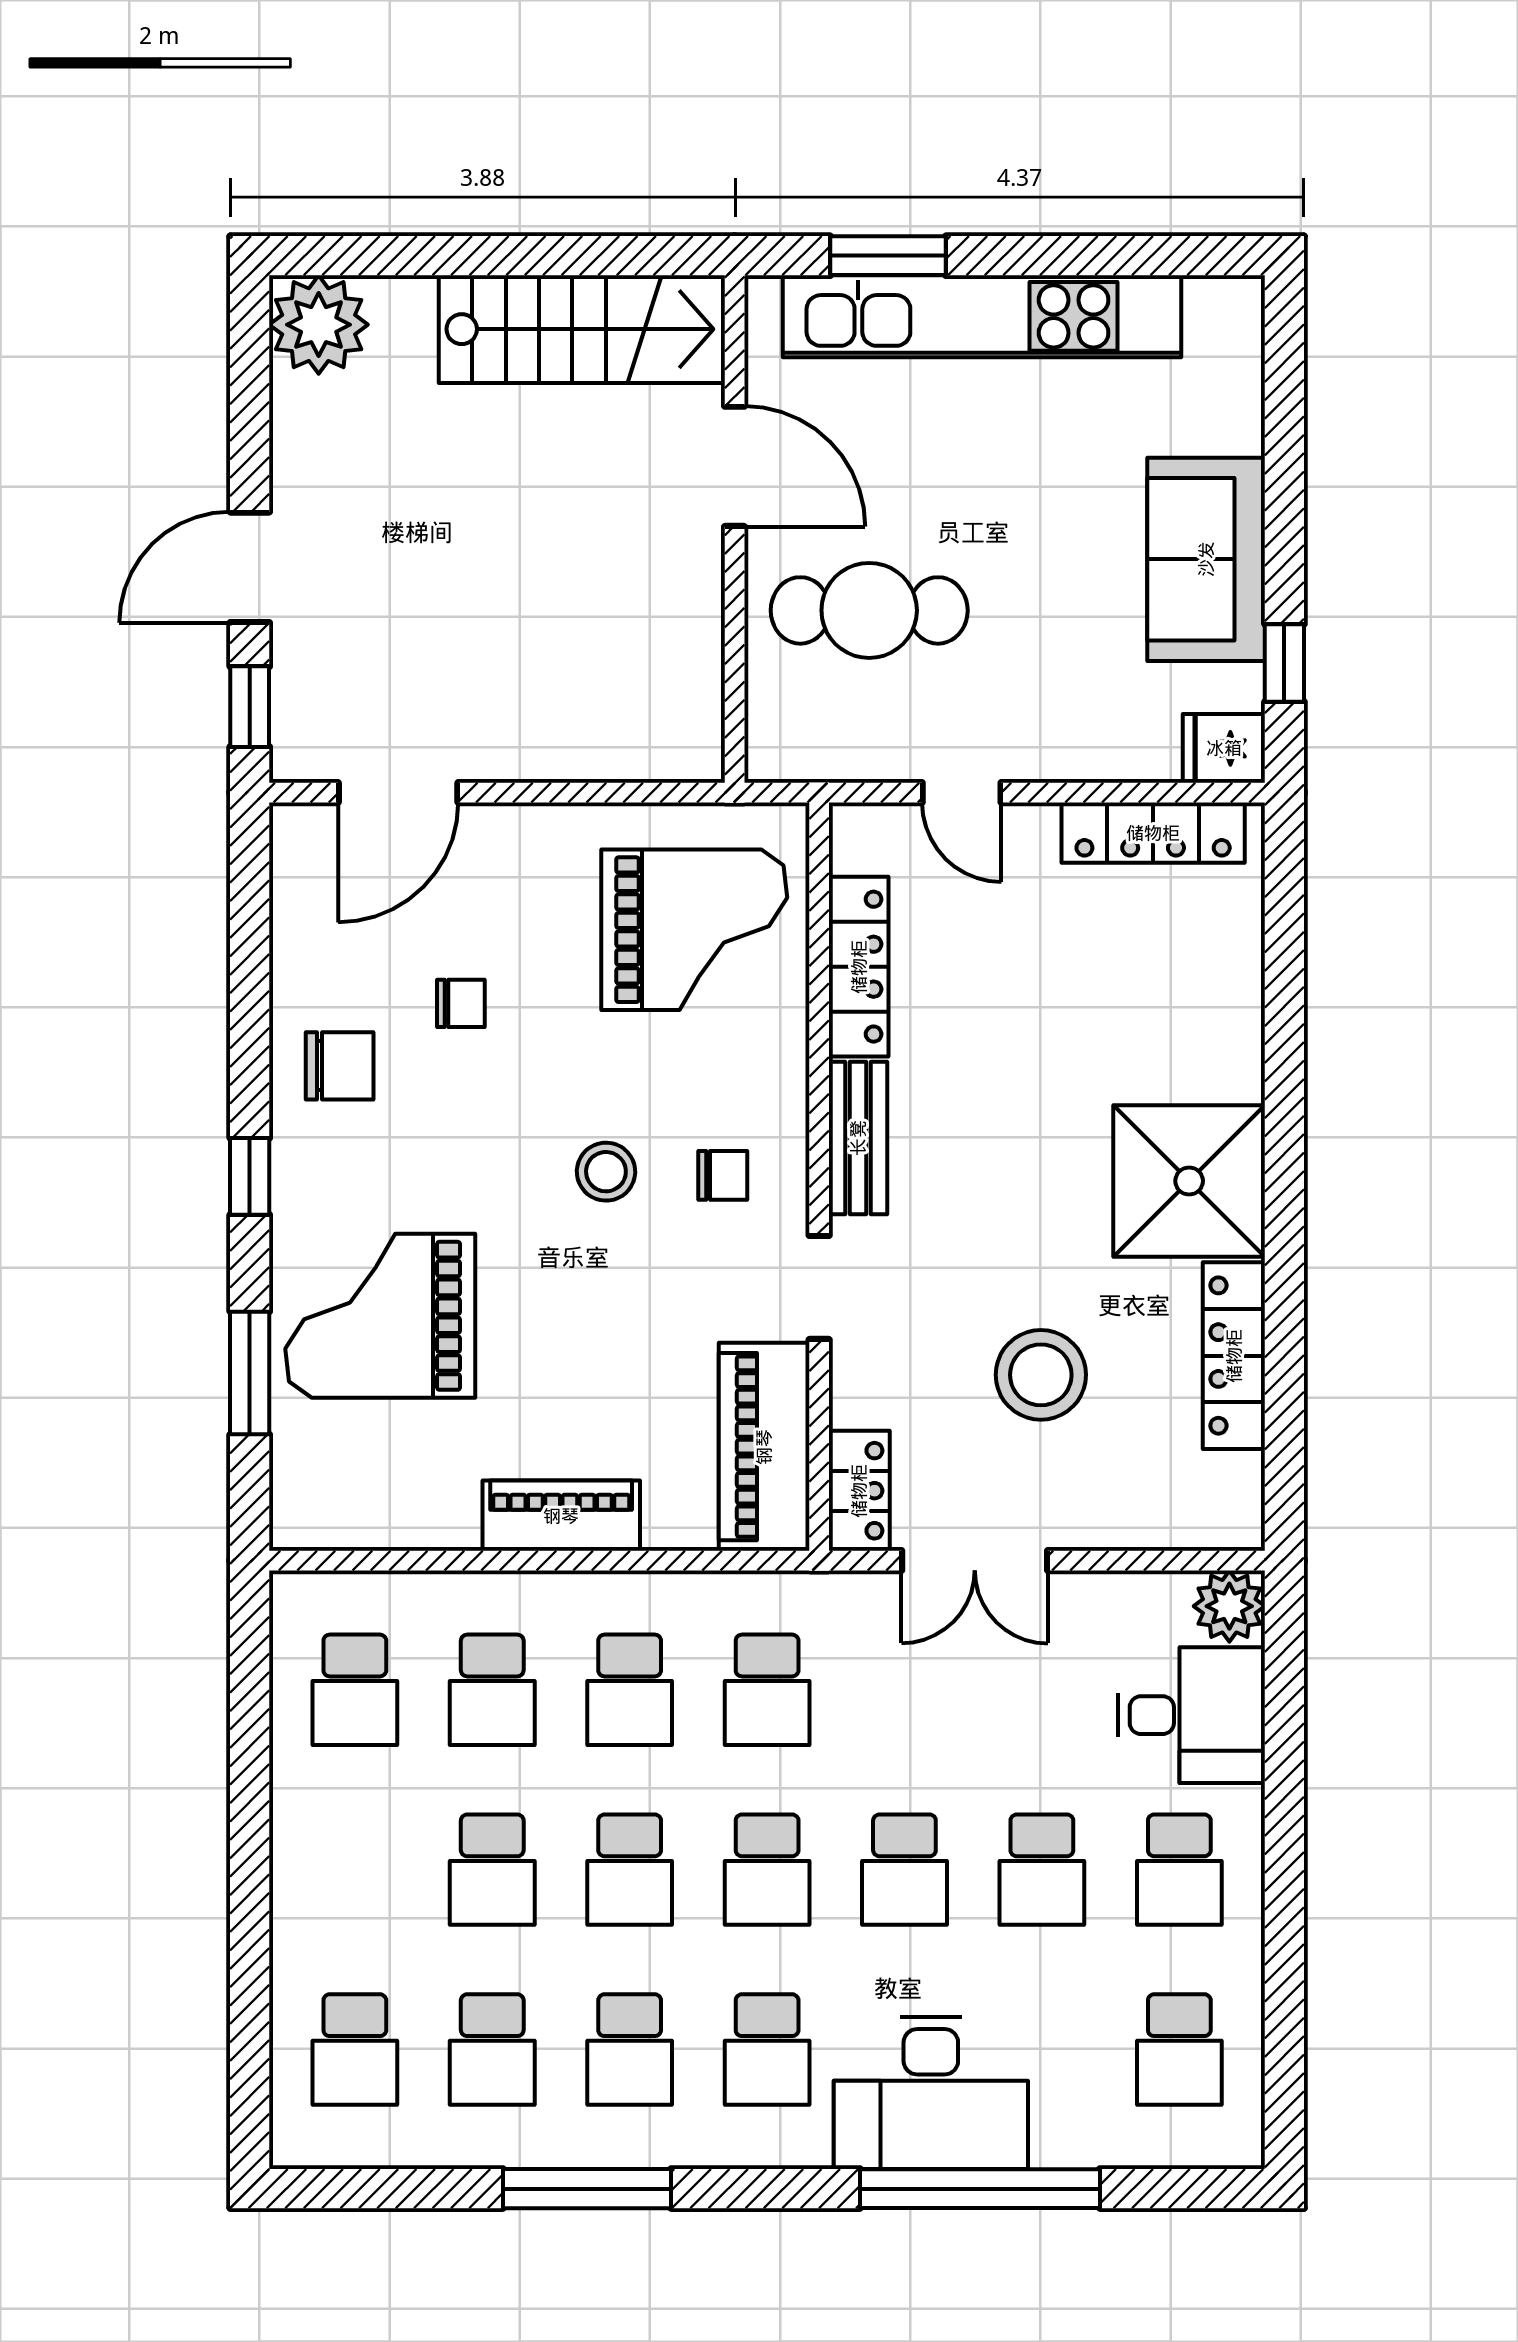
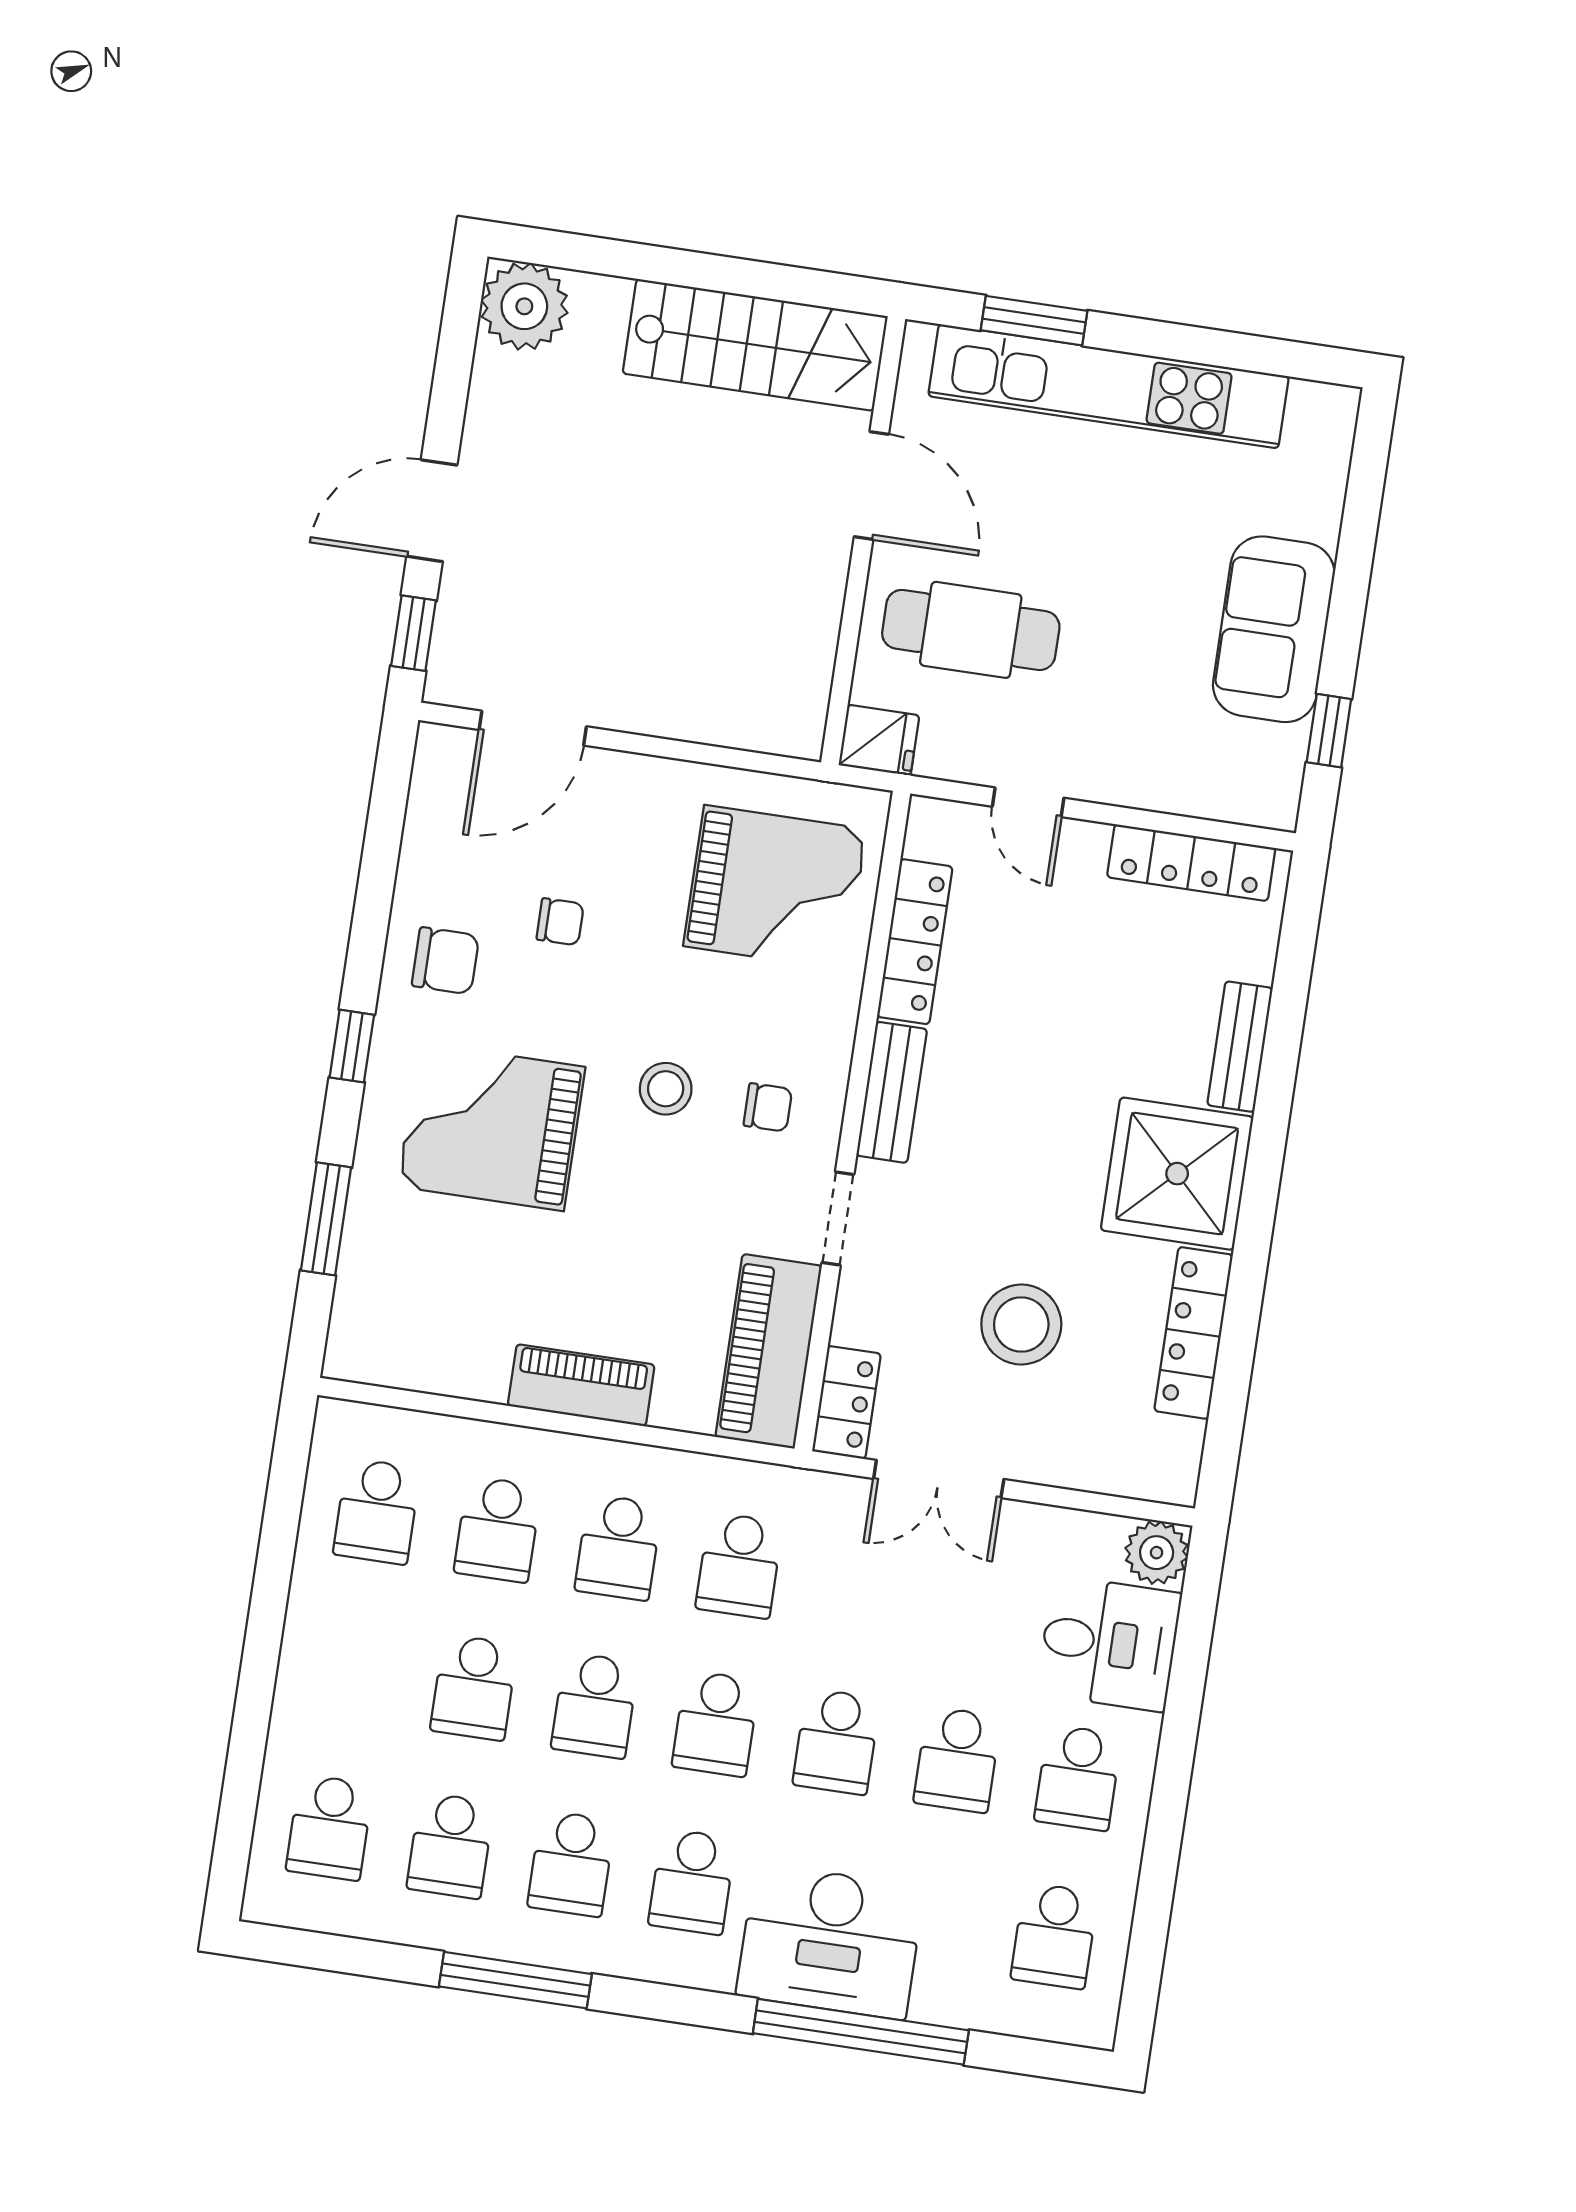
fridge: (1224, 748) -> (879, 740), moved, turned 180
bench: (1238, 1029) -> (1240, 1047), added
grand piano: (380, 1316) -> (491, 1127), moved

